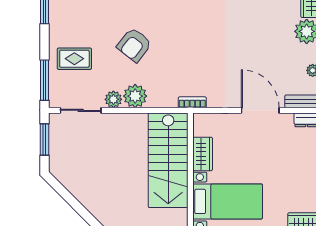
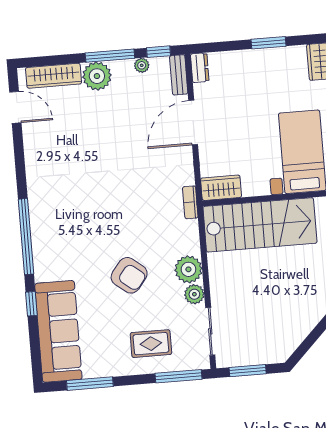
rug: (74, 59) -> (151, 344), turned 90
wardrobe: (203, 154) -> (221, 188), moved

